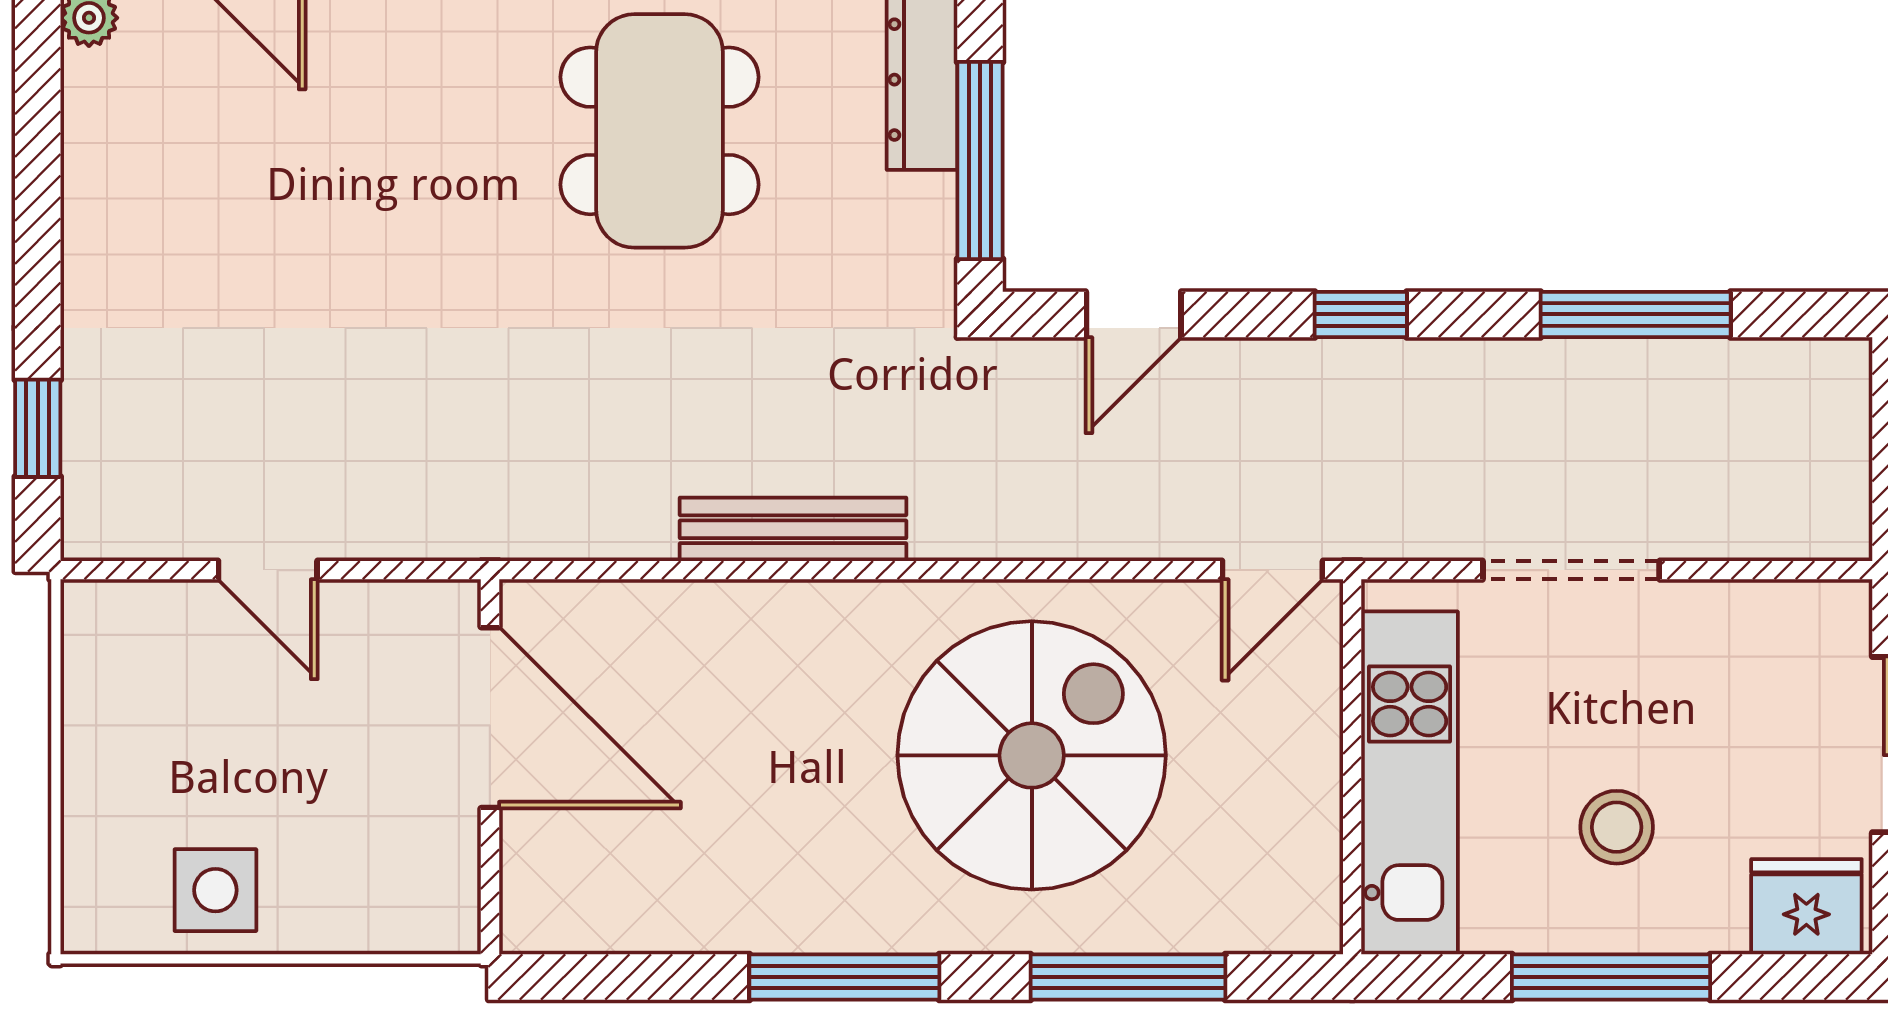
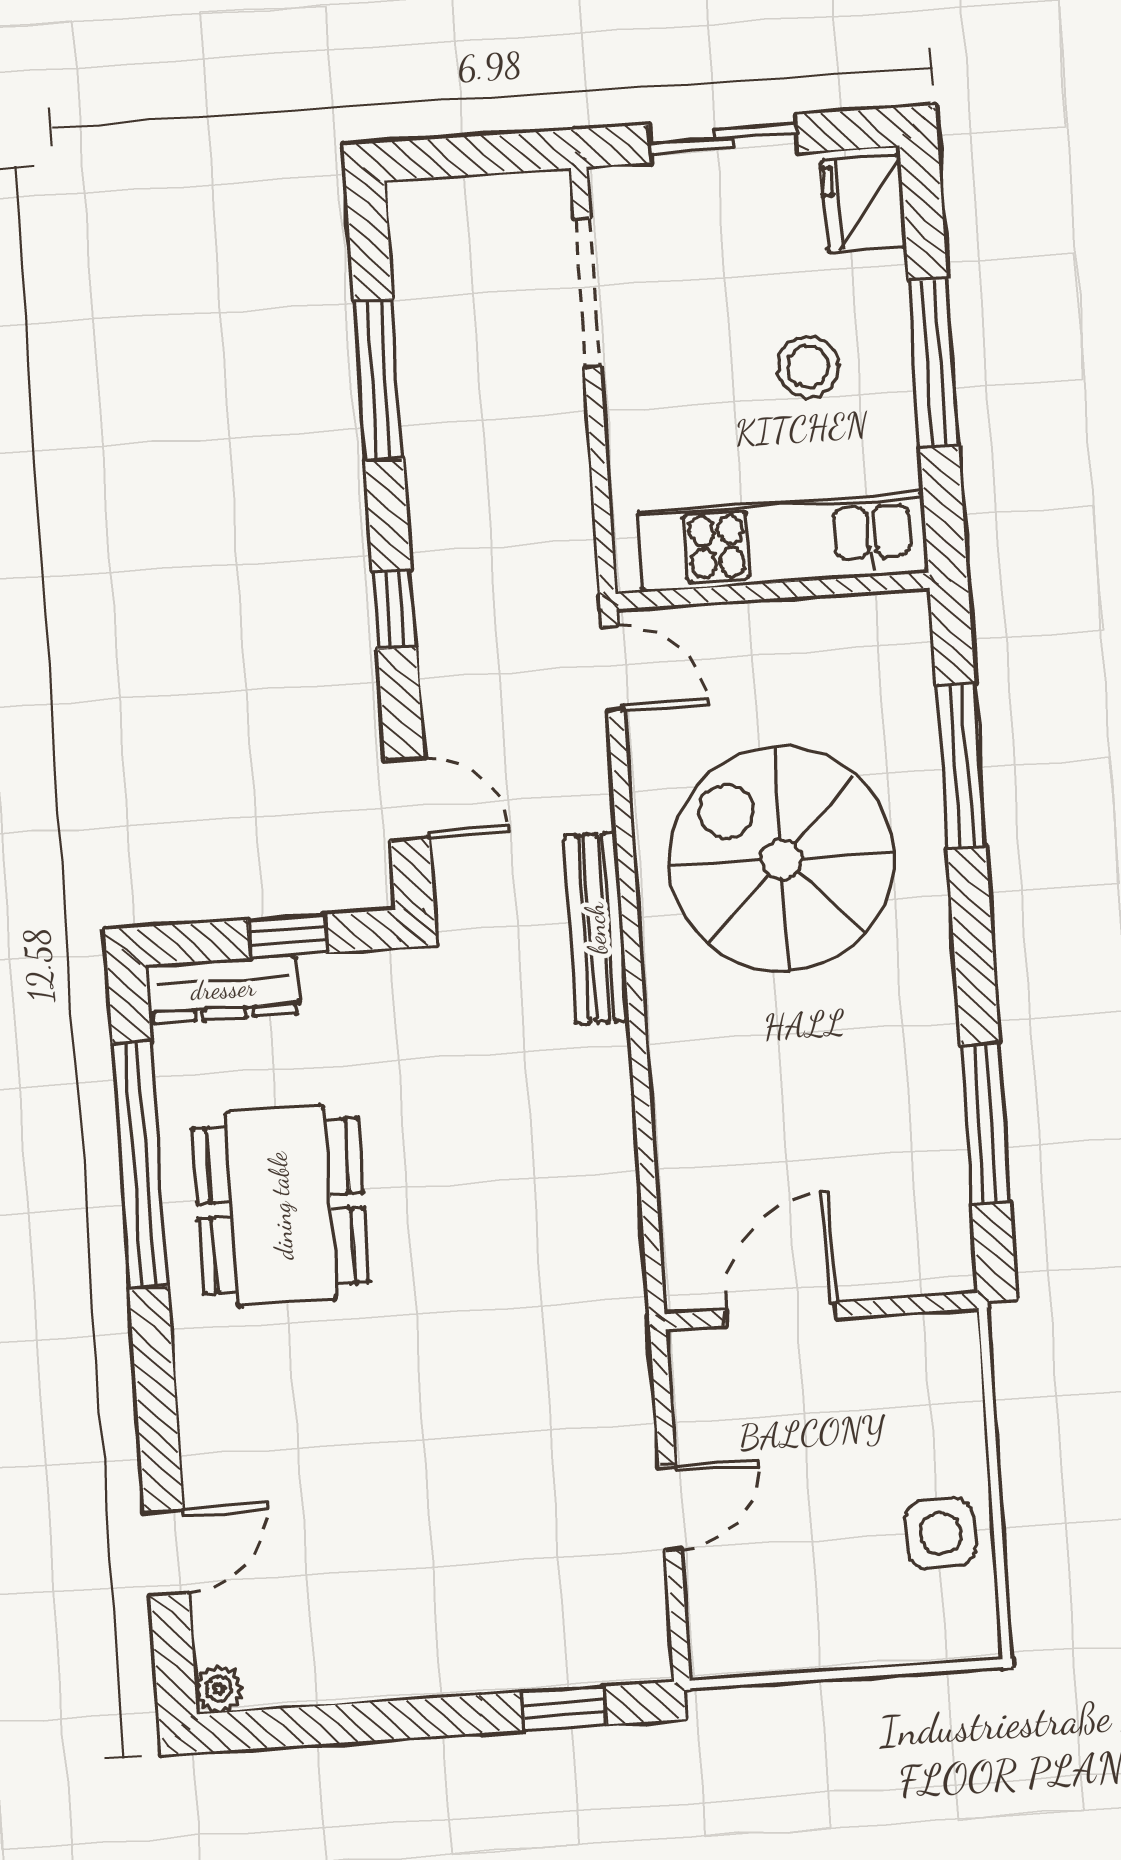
dining table: (660, 131) -> (281, 1206), turned 90
window: (980, 160) -> (287, 936), width x0.46
bench: (793, 529) -> (596, 928), moved
doorway: (1571, 570) -> (587, 293), moved
door: (490, 718) -> (781, 1314), width x0.73
window: (844, 977) -> (985, 1124), moved

